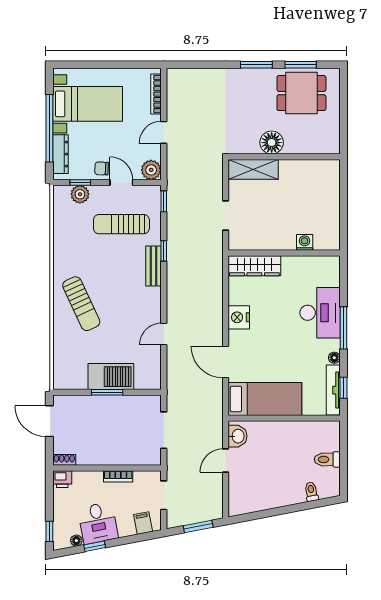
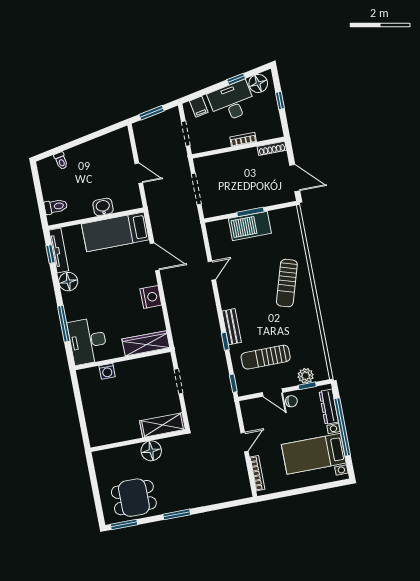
window: (301, 65) -> (124, 524), moved
plant: (151, 170) -> (249, 408), removed
sun lounger: (121, 224) -> (266, 357), turned 180
sun lounger: (81, 304) -> (287, 283), turned -138
desk: (320, 313) -> (88, 341), moved
window: (343, 328) -> (64, 324), moved
floor lamp: (334, 358) -> (68, 282), width x1.89, depth x1.89
washbasin: (238, 436) -> (103, 207), moved, turned 90
toilet: (327, 459) -> (56, 207), moved
shoe rack: (64, 460) -> (272, 148), width x1.43
door: (226, 461) -> (139, 173), hinge flipped
bookcase: (118, 476) -> (243, 139), moved
printer: (62, 479) -> (275, 131), removed
desk: (98, 523) -> (232, 102), width x1.37
window: (49, 531) -> (280, 101), moved
floor lamp: (76, 541) -> (258, 83), width x1.89, depth x1.89

